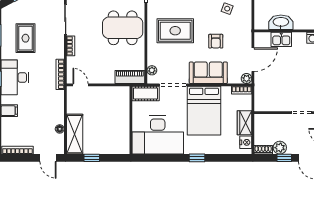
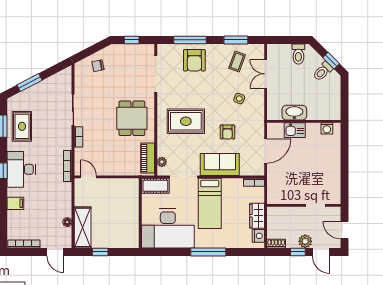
dining table: (123, 28) -> (132, 118), width x0.73
rug: (26, 38) -> (22, 126), moved
piano: (130, 77) -> (148, 158), moved, turned -90
plant: (247, 79) -> (259, 170), removed
bed: (204, 111) -> (210, 203), width x0.67
plant: (280, 148) -> (305, 241), moved
window: (197, 158) -> (208, 252), width x2.17

